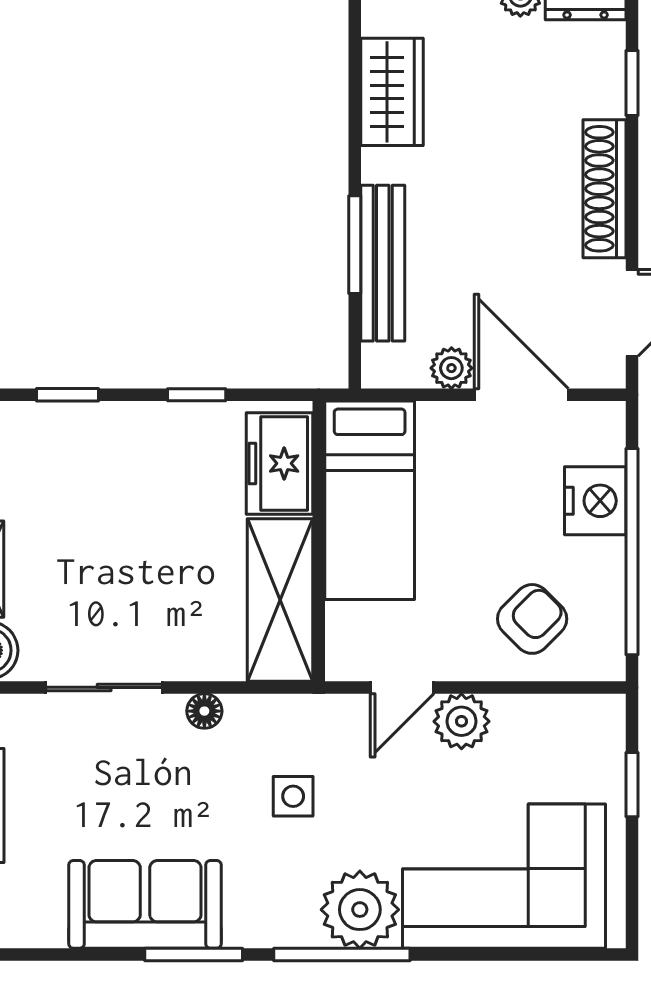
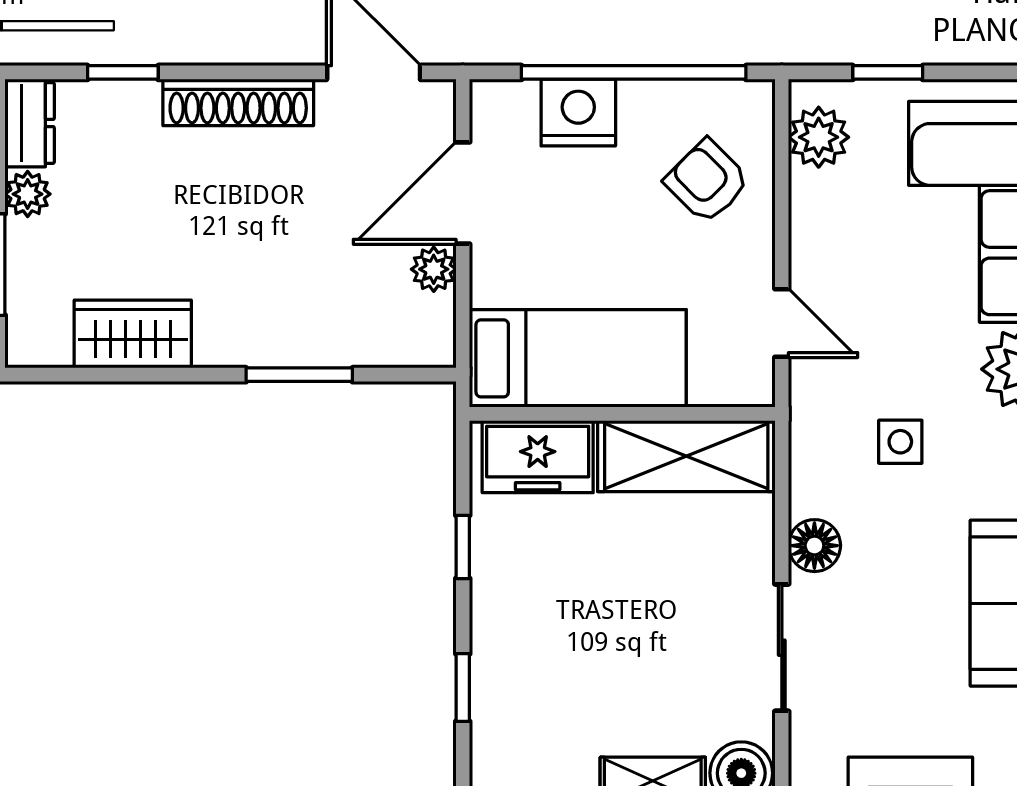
bench: (383, 263) -> (319, 344), removed
floor lamp: (204, 711) -> (814, 546), width x1.37, depth x1.37
plant: (461, 721) -> (819, 137), moved

